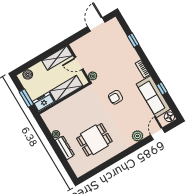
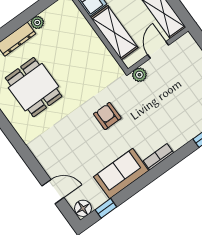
window: (162, 88) -> (106, 208), moved
sofa: (153, 97) -> (121, 174), width x0.73
plant: (137, 136) -> (46, 158), removed

